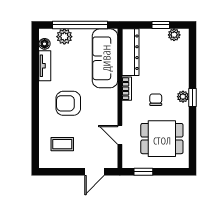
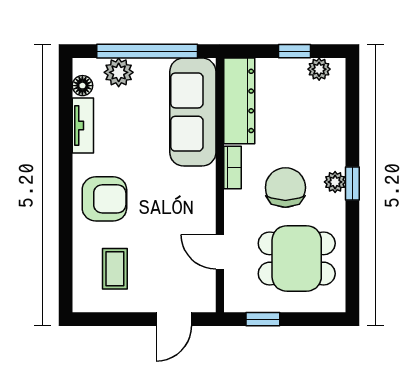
chair: (156, 100) -> (285, 188), width x1.87, depth x1.87
armchair: (68, 103) -> (104, 199), moved, turned 180
coffee table: (62, 144) -> (115, 269), turned 90

